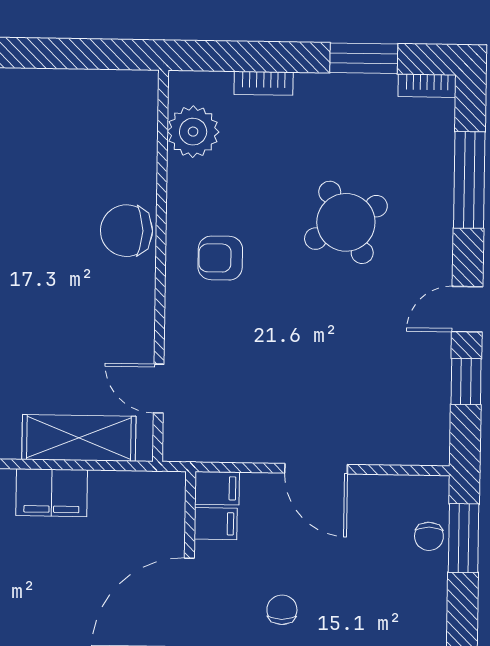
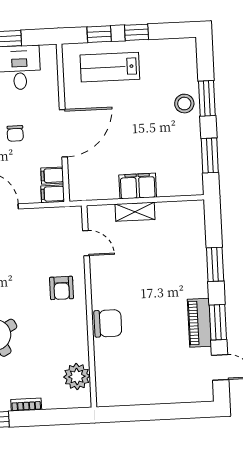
bookcase: (264, 83) -> (26, 405), moved
armchair: (220, 258) -> (62, 288), moved, turned 90
shelving: (79, 438) -> (135, 212), width x0.67, depth x0.75

